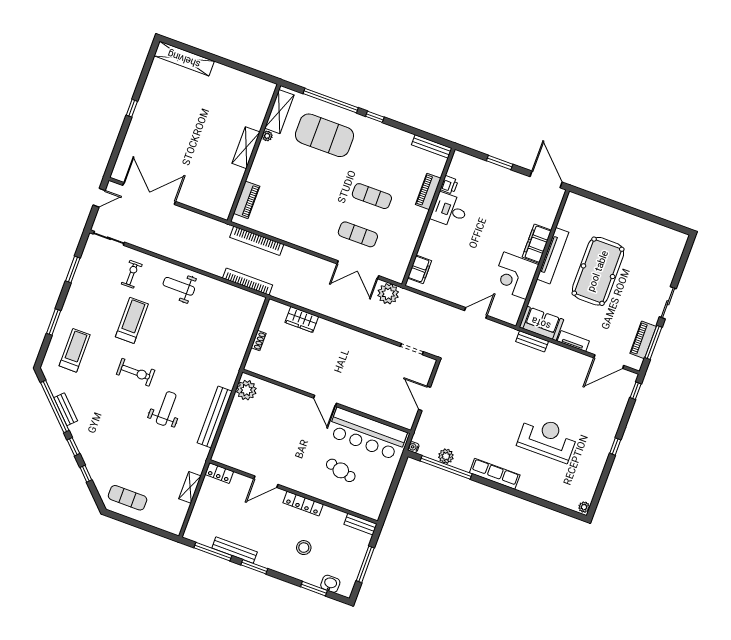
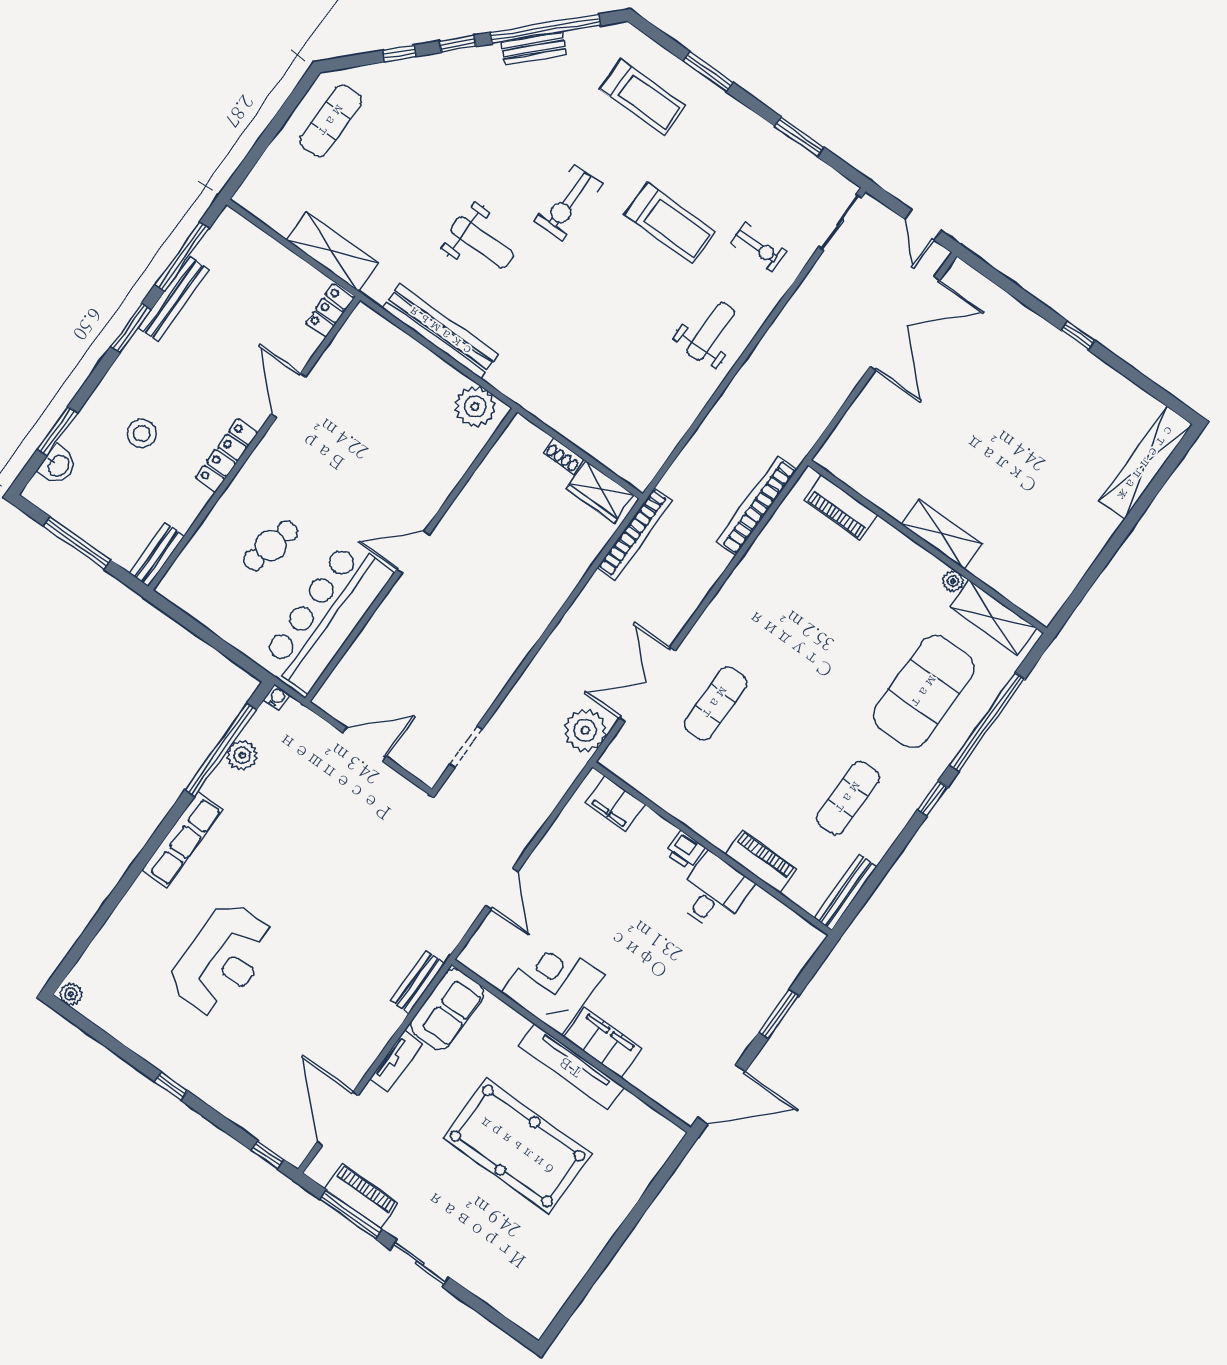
printer: (449, 185) -> (685, 850), moved
exercise mat: (372, 196) -> (848, 798), moved
bookcase: (248, 282) -> (635, 534), moved
wardrobe: (302, 319) -> (600, 492), moved, turned -90
shelving: (190, 487) -> (332, 251), width x1.50, depth x1.33

